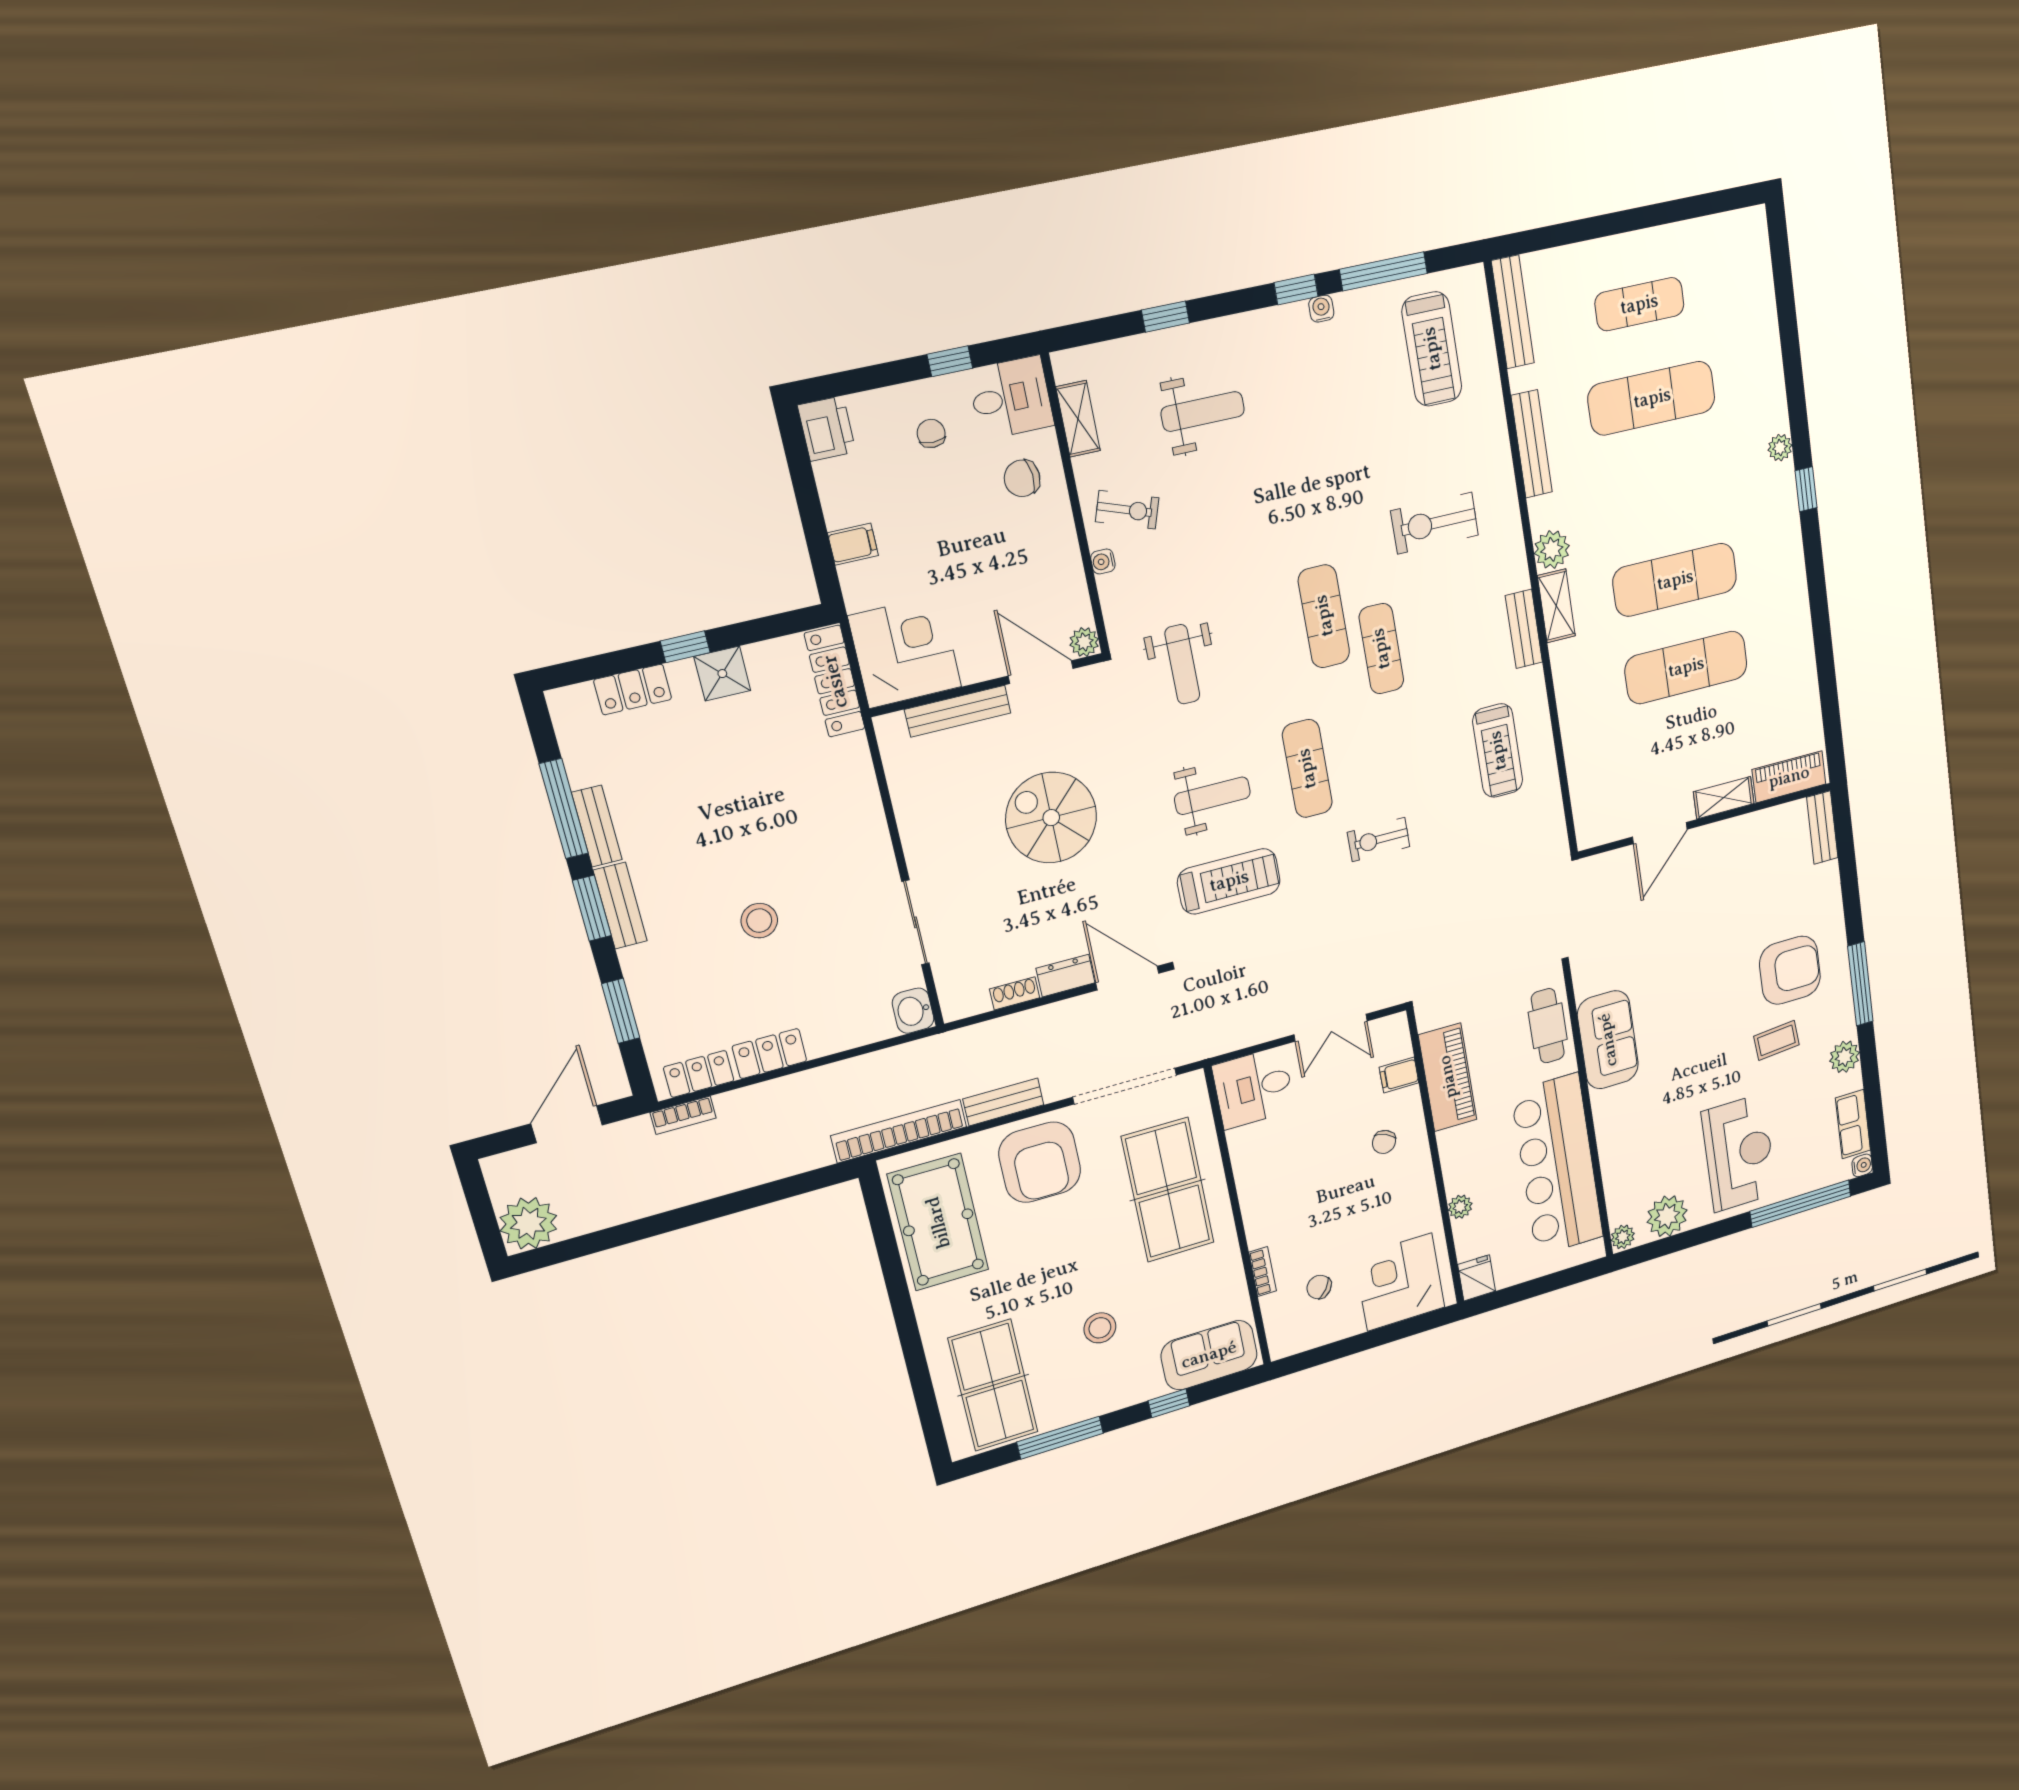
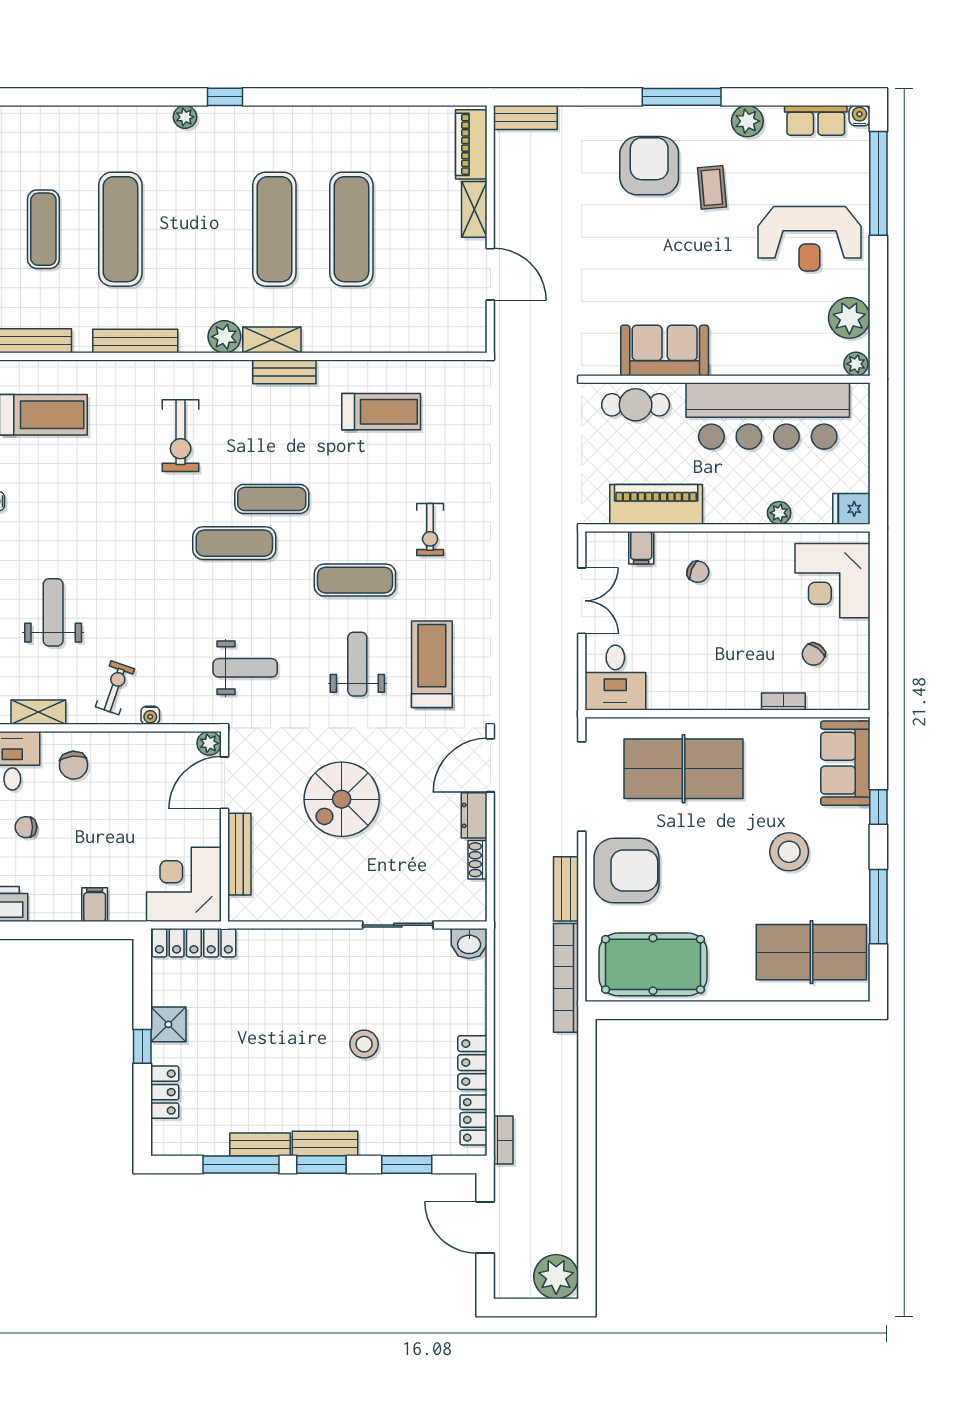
reception desk: (1739, 1153) -> (809, 239), turned 180
stool: (1100, 1328) -> (789, 852), width x1.38, depth x1.38

